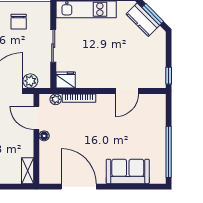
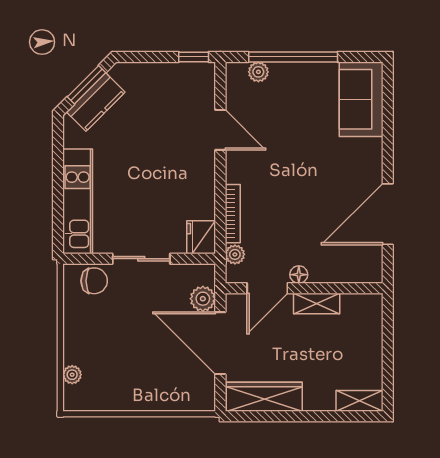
chair: (19, 22) -> (94, 281), moved
plant: (160, 113) -> (258, 72), added
window: (169, 152) -> (293, 57), moved
shelving: (28, 171) -> (317, 304), moved
sofa: (128, 171) -> (361, 99), moved

